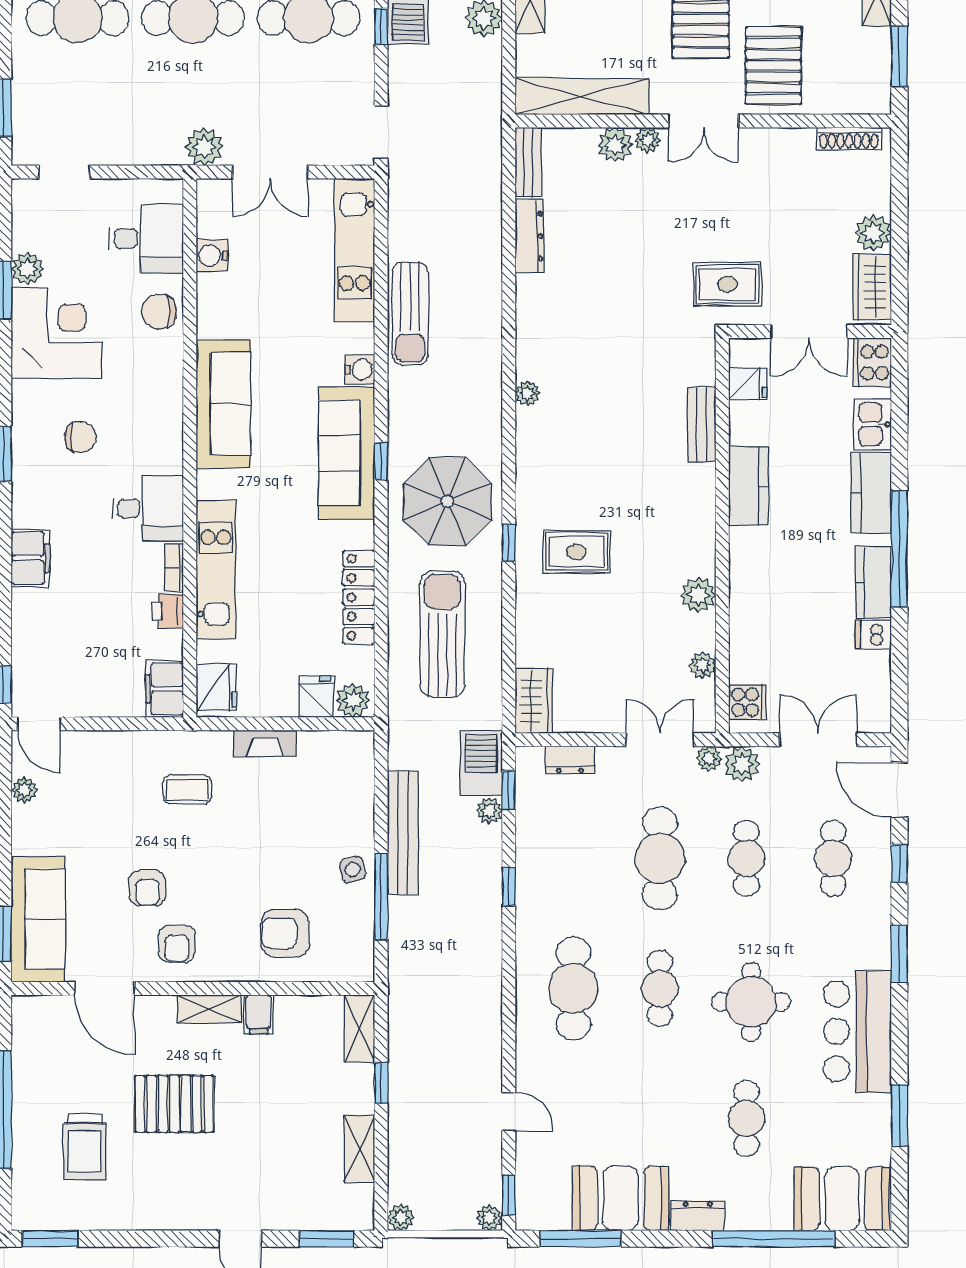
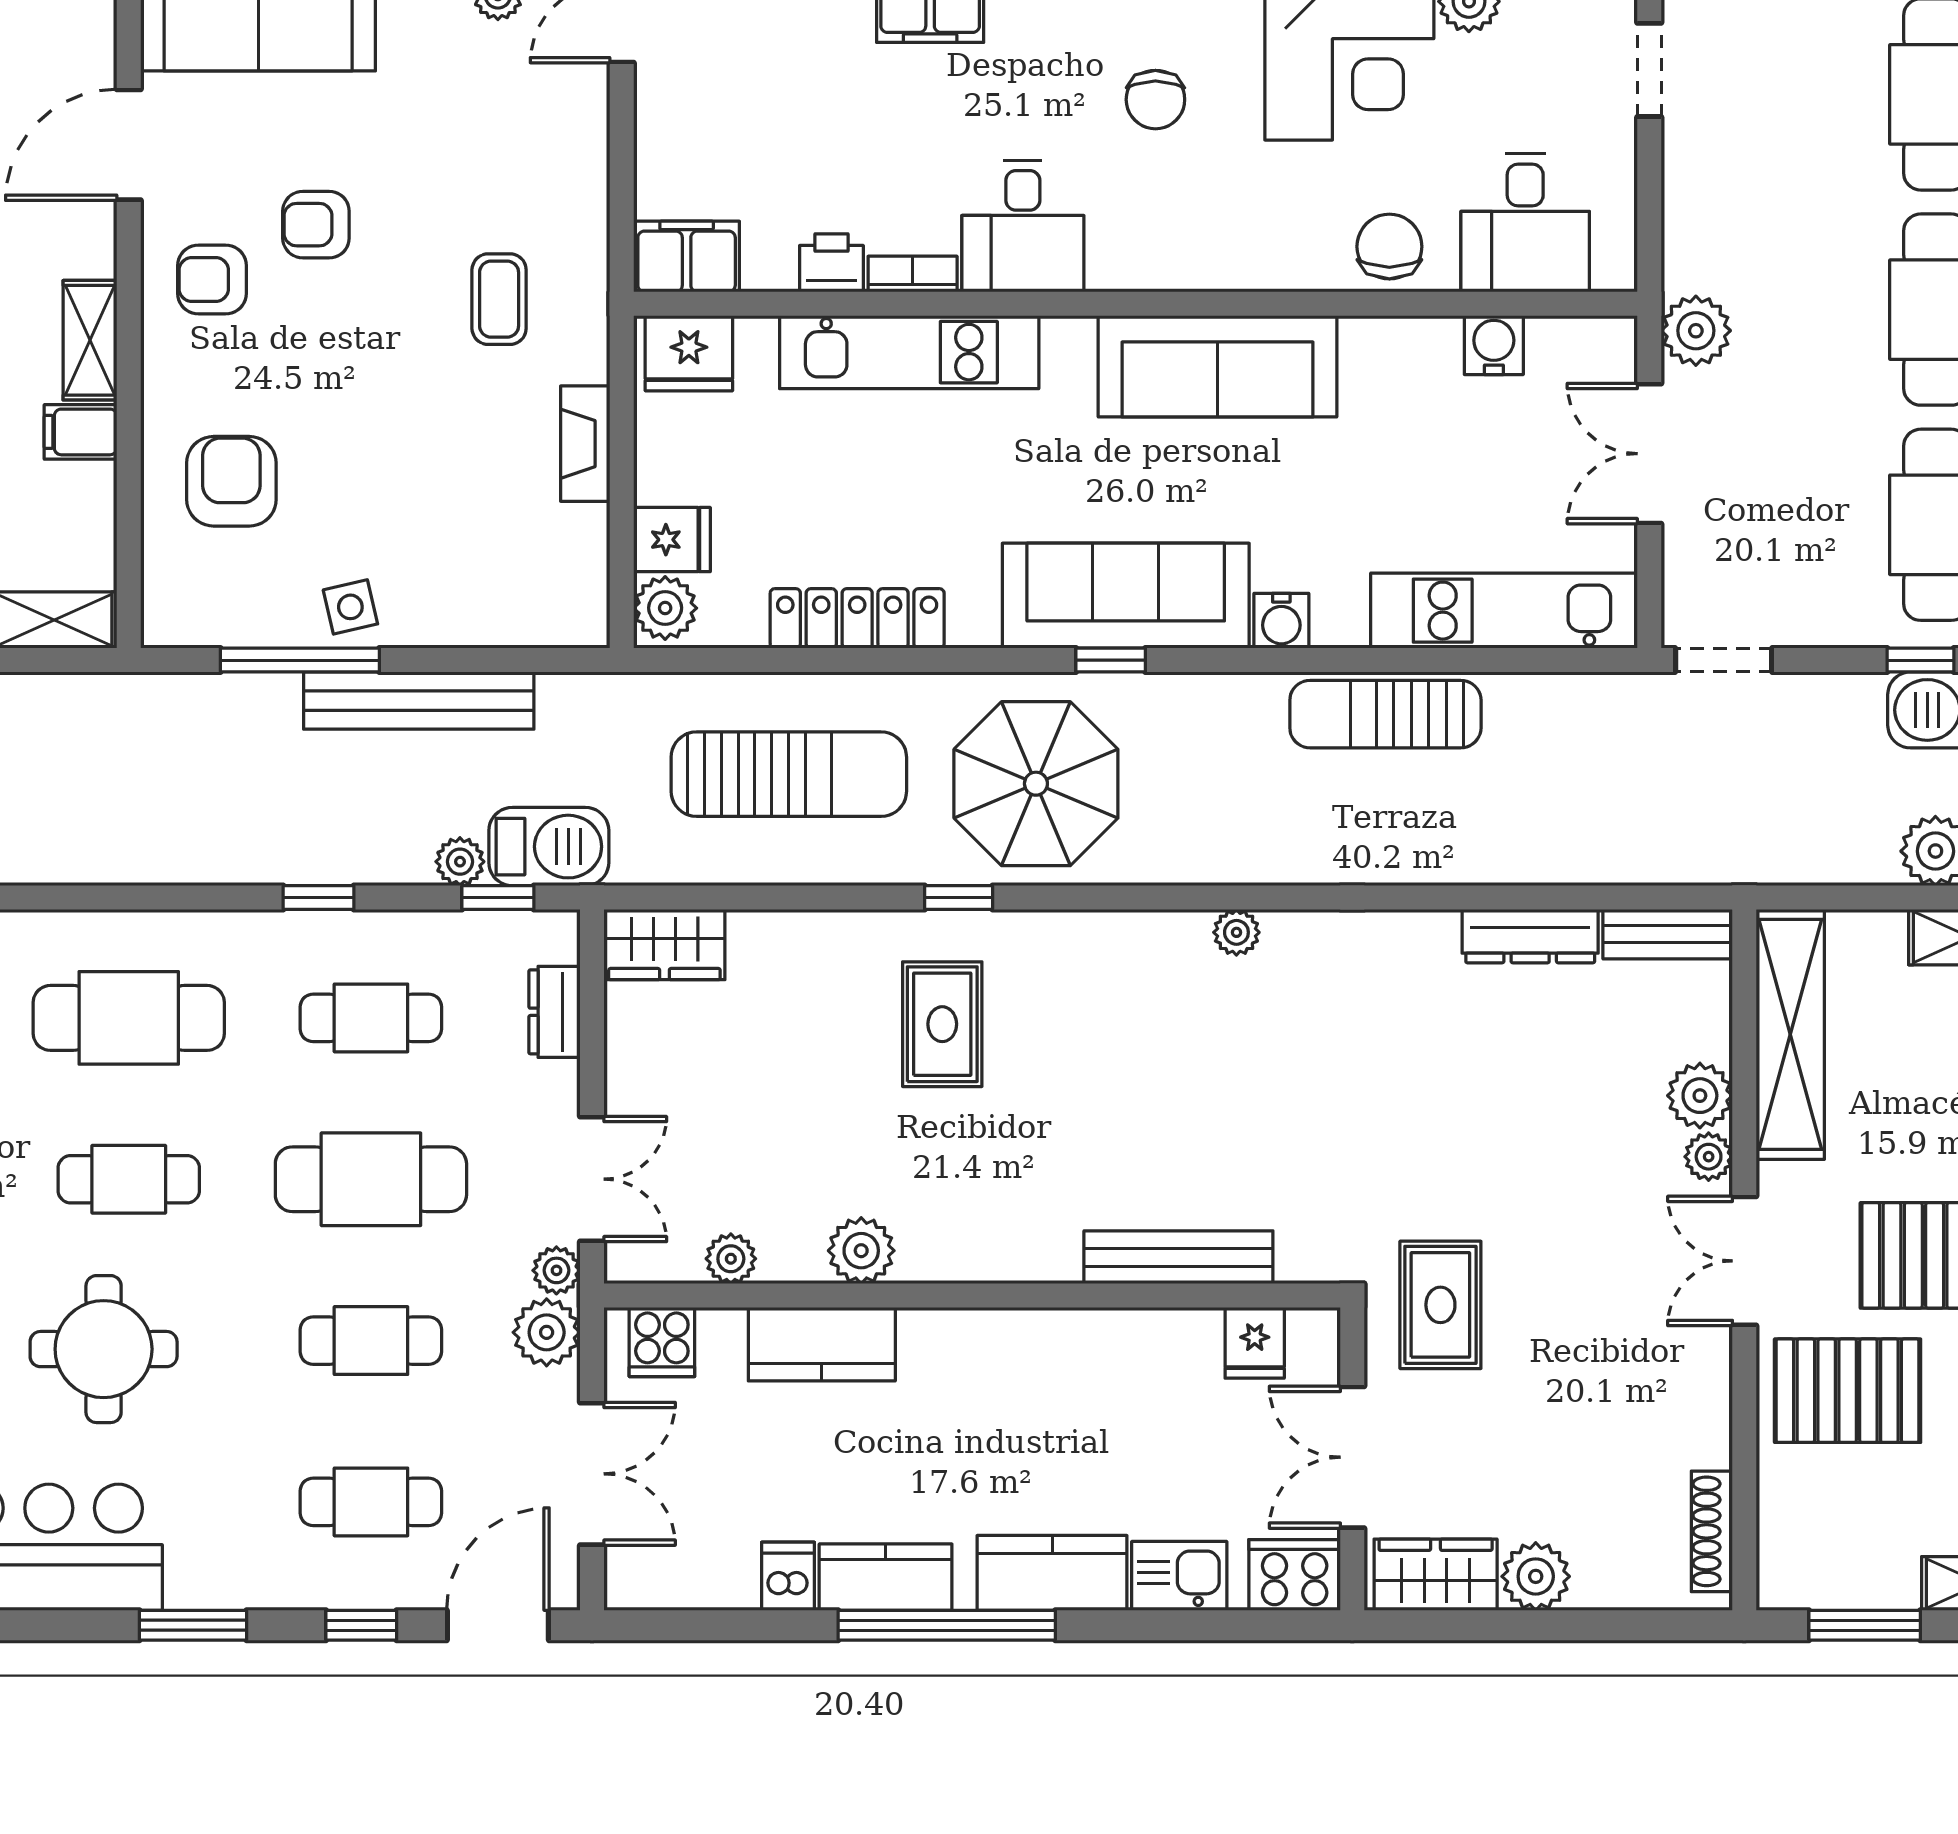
bench: (702, 425) -> (1178, 1257), width x1.36
kitchen counter: (748, 486) -> (822, 1344), moved
cafe table: (573, 858) -> (371, 1018), added

